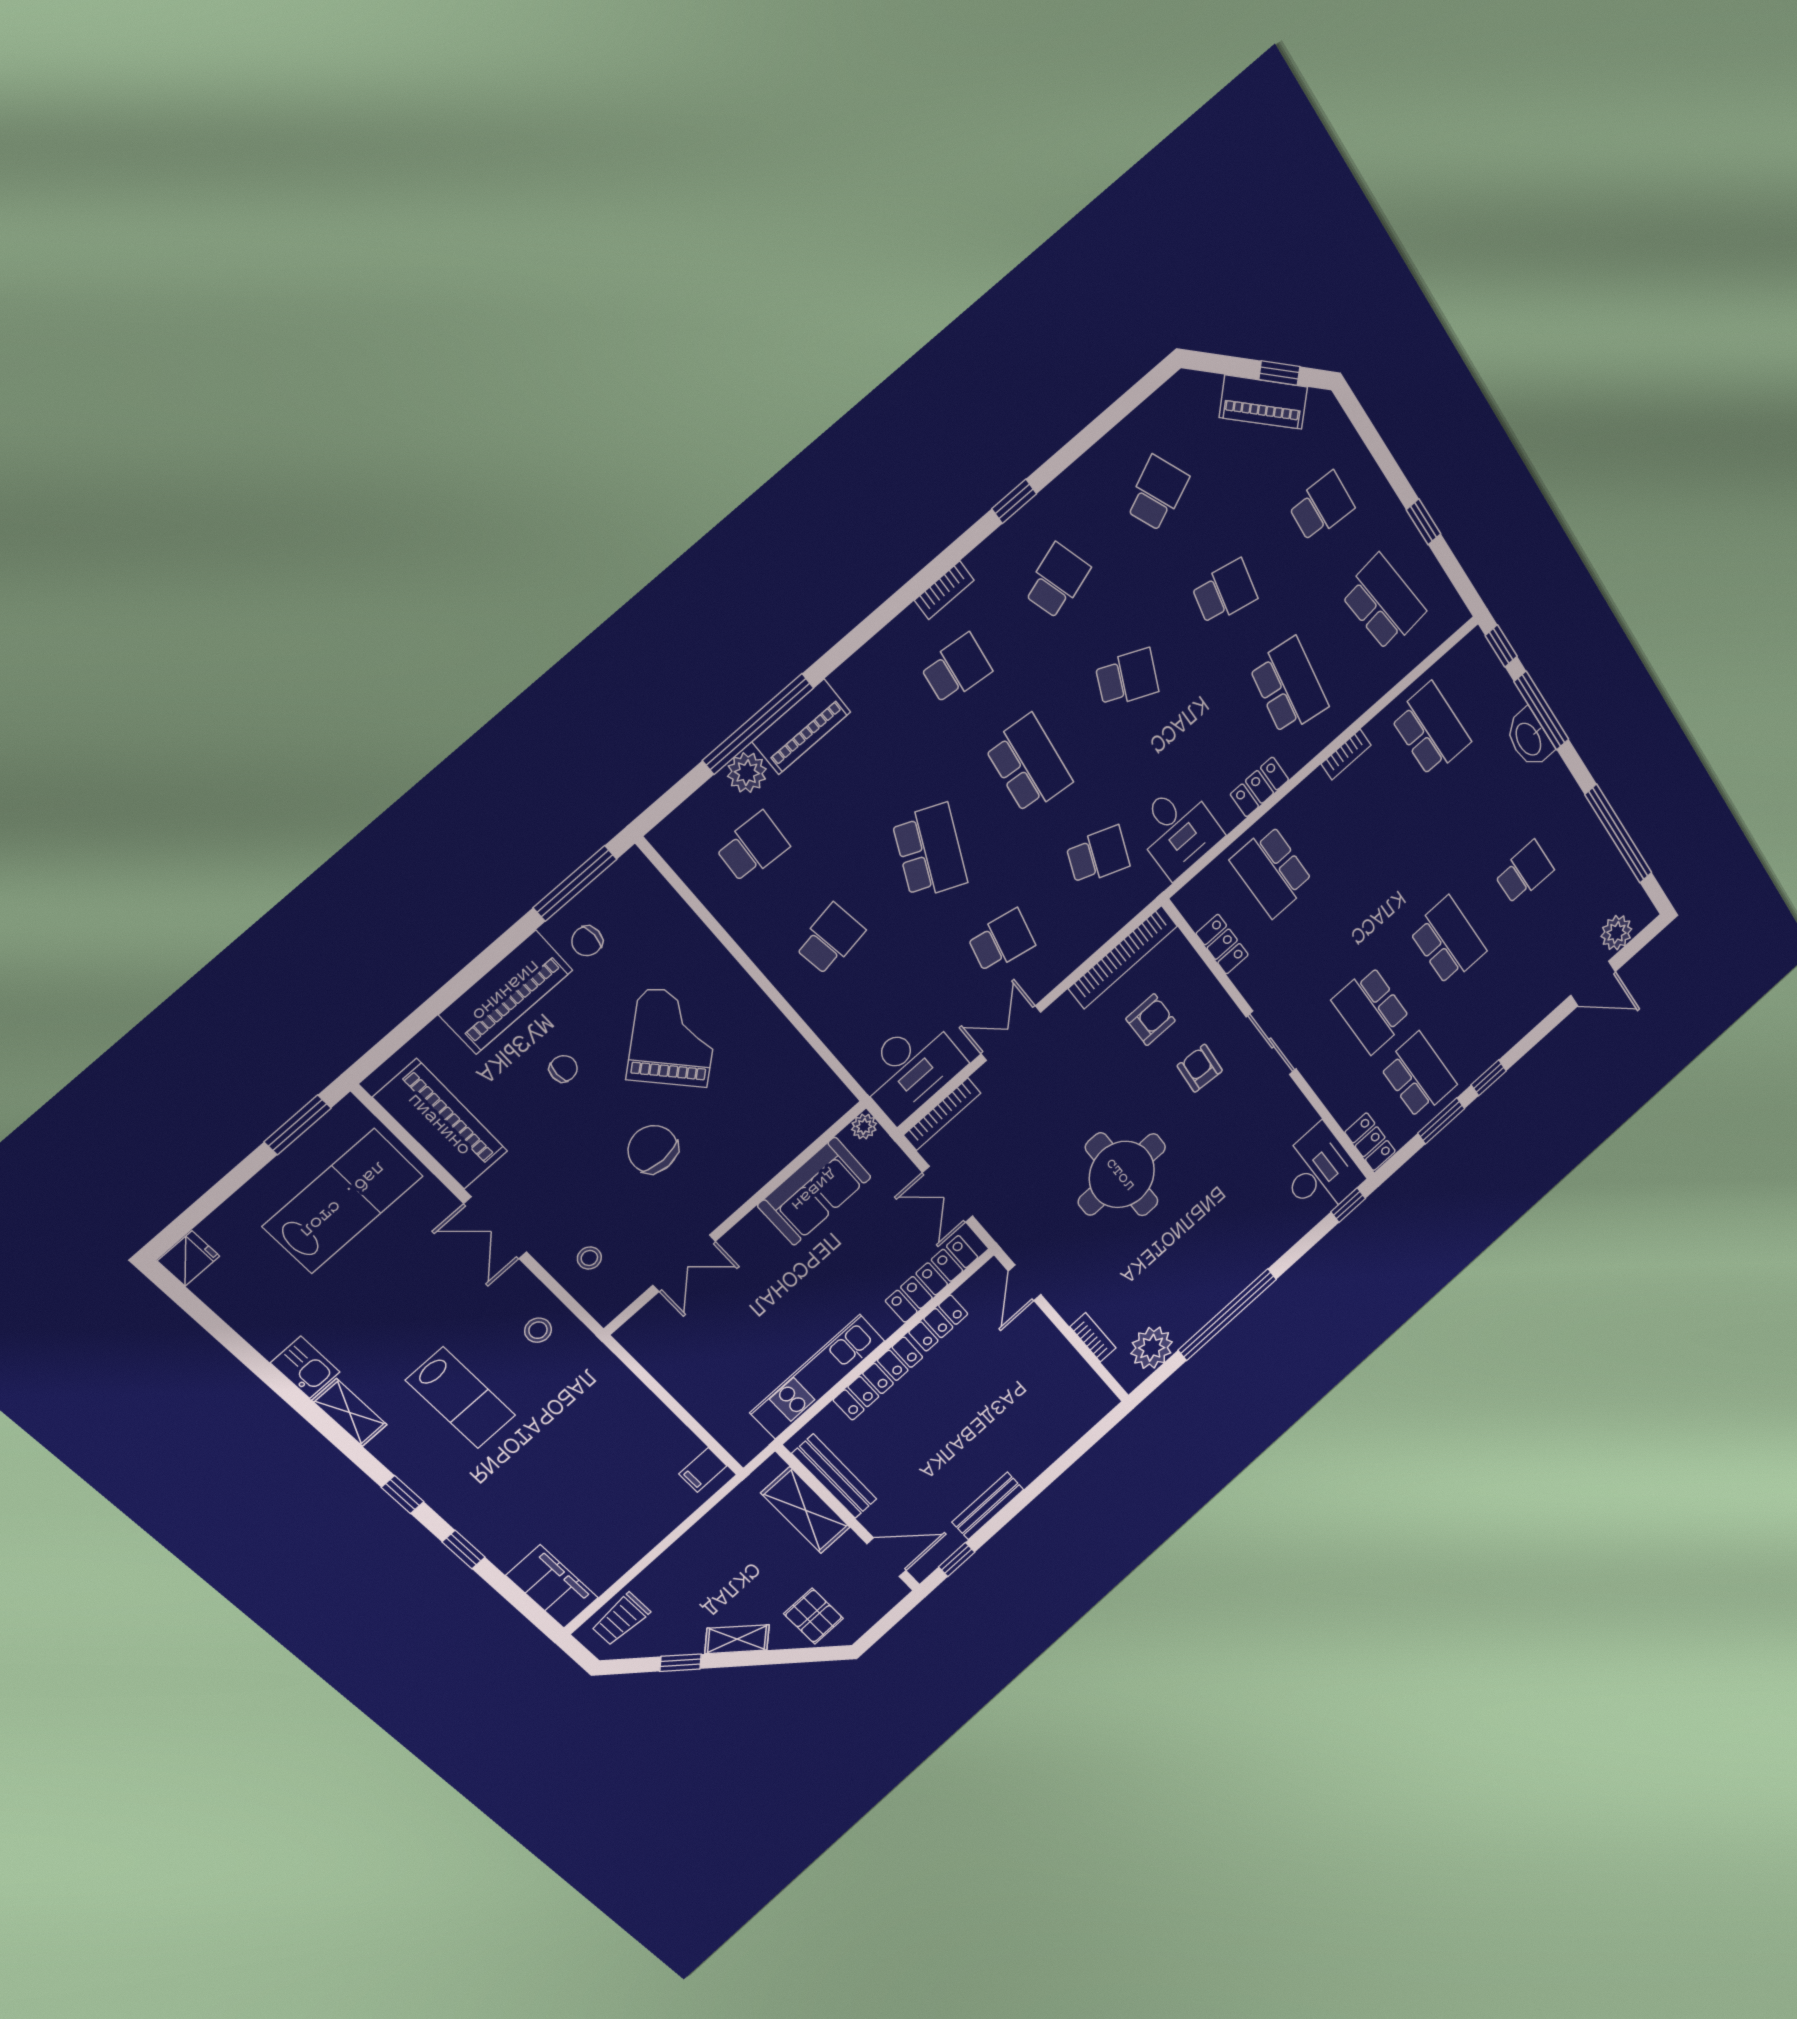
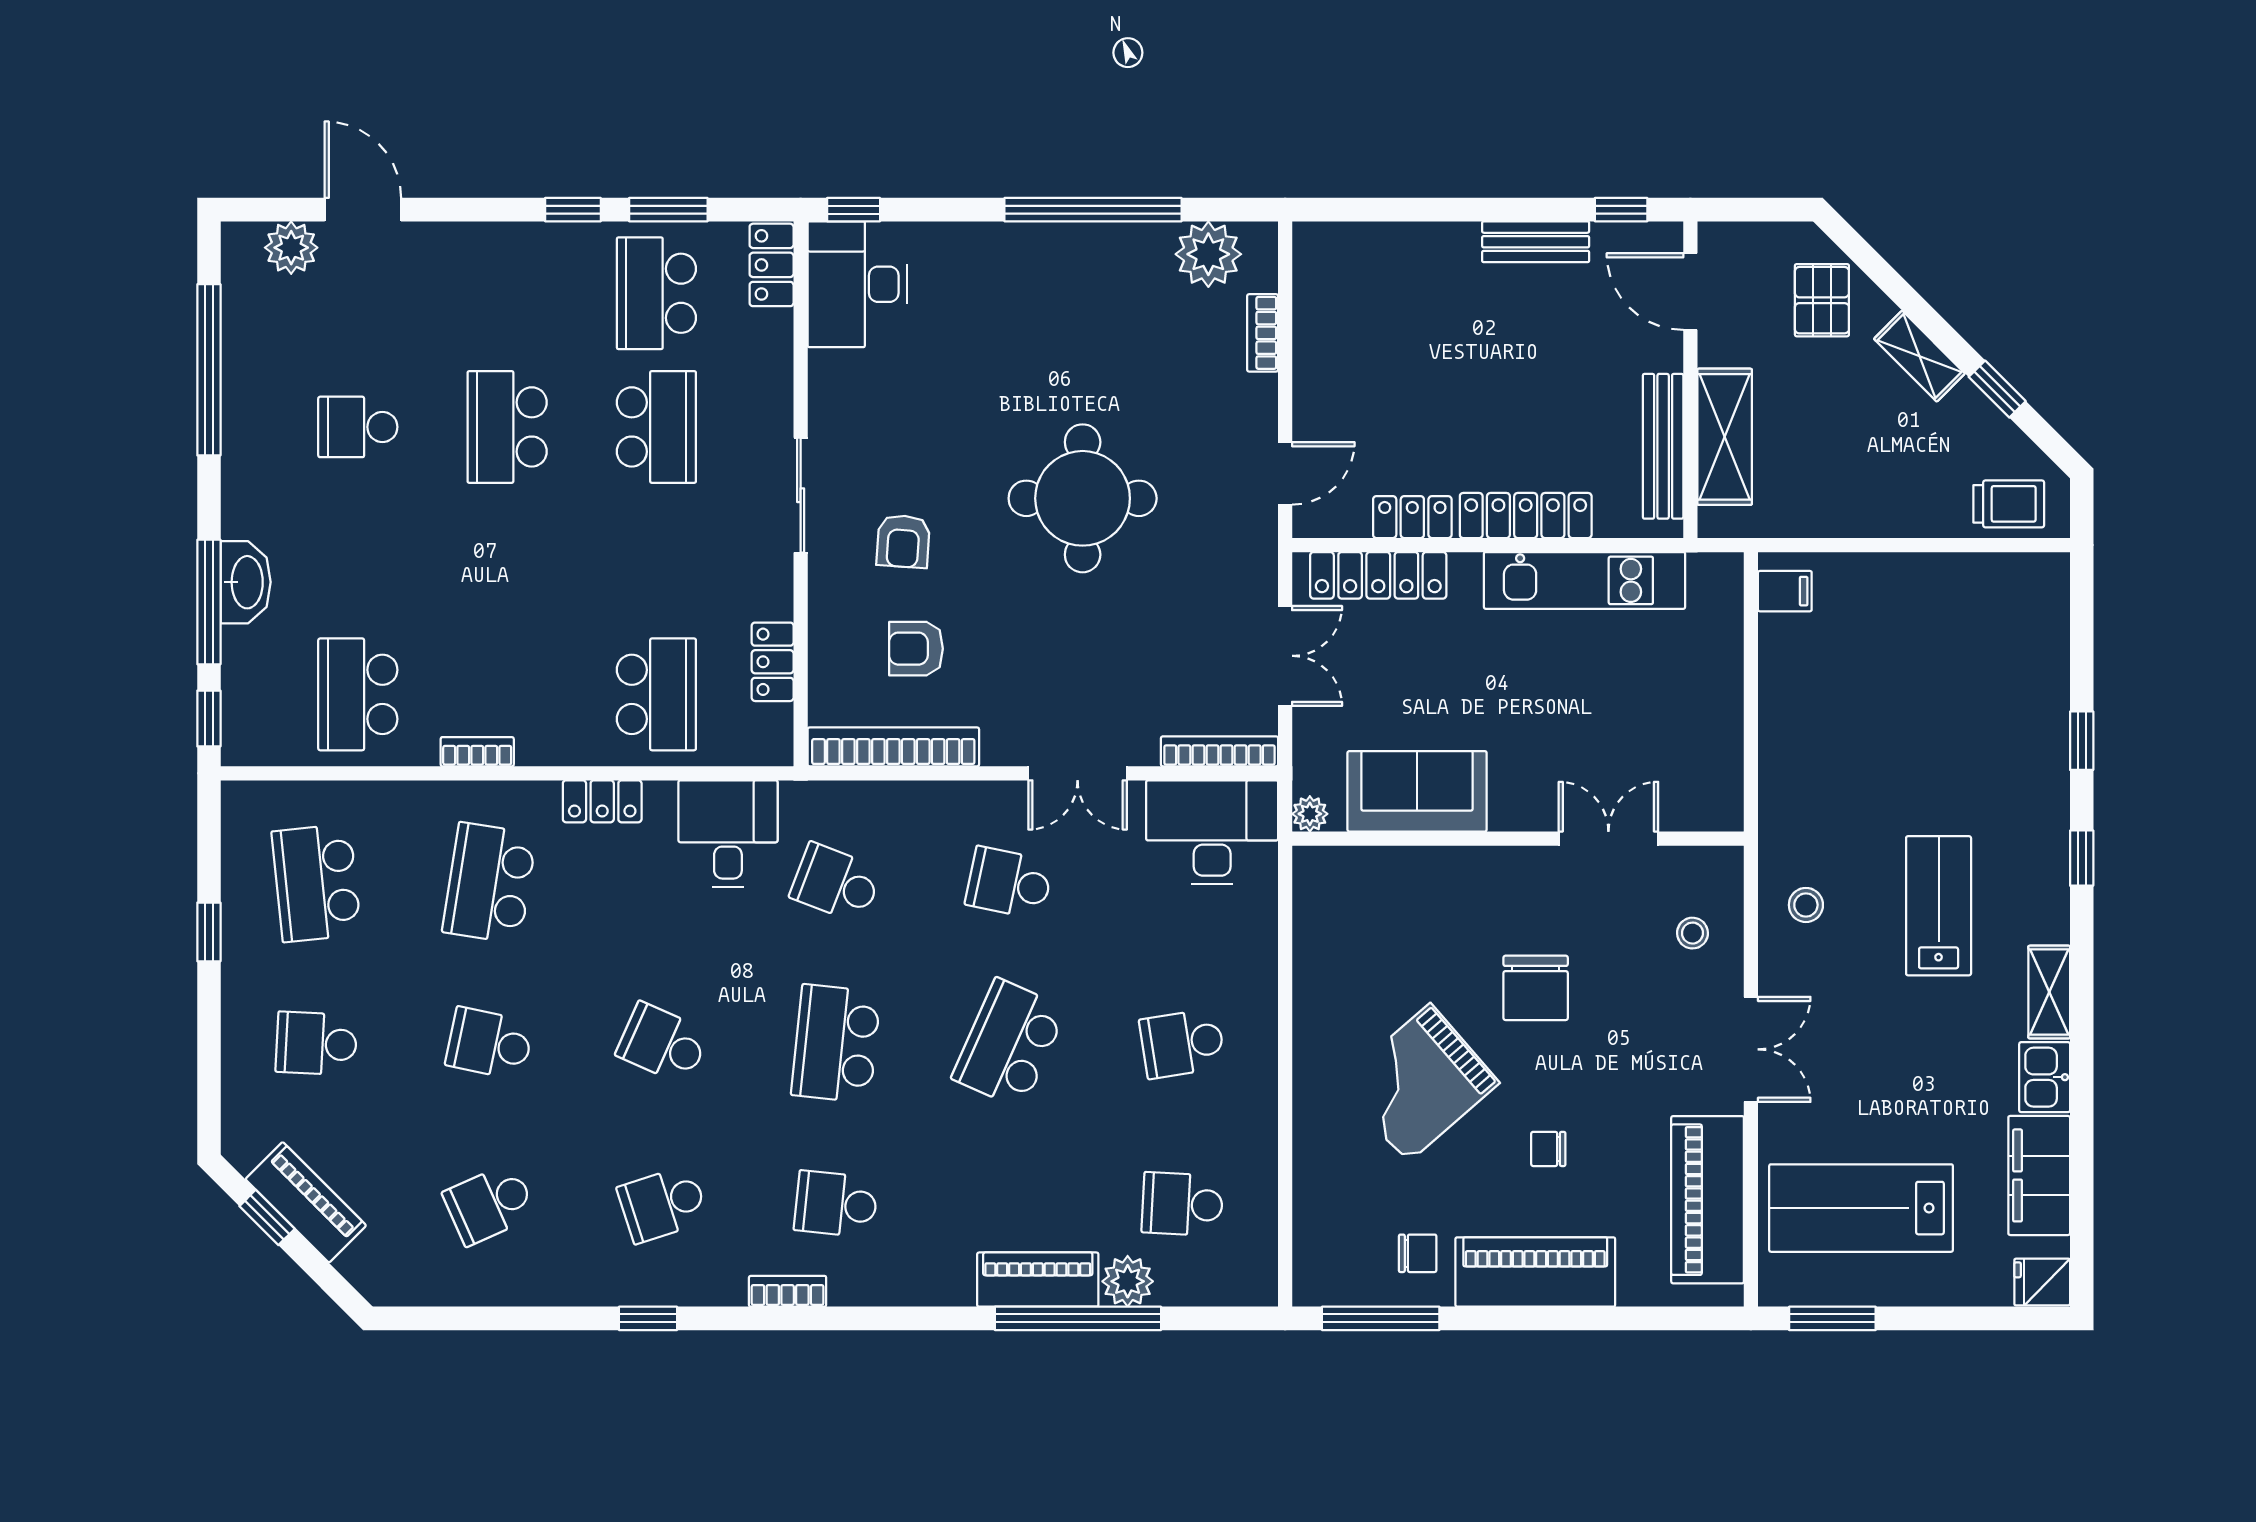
filing cabinet: (552, 1587) -> (2039, 1175), moved

